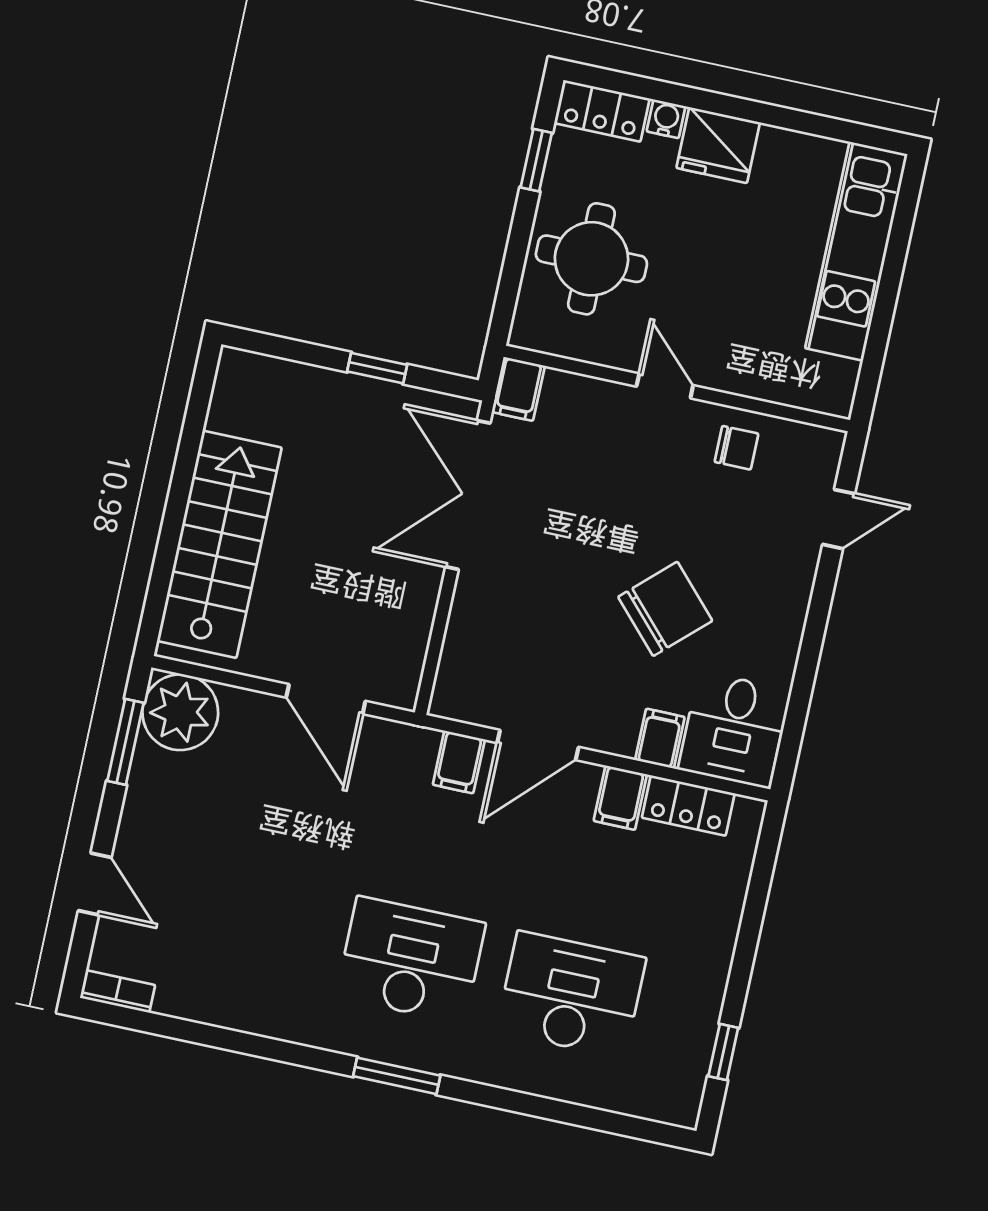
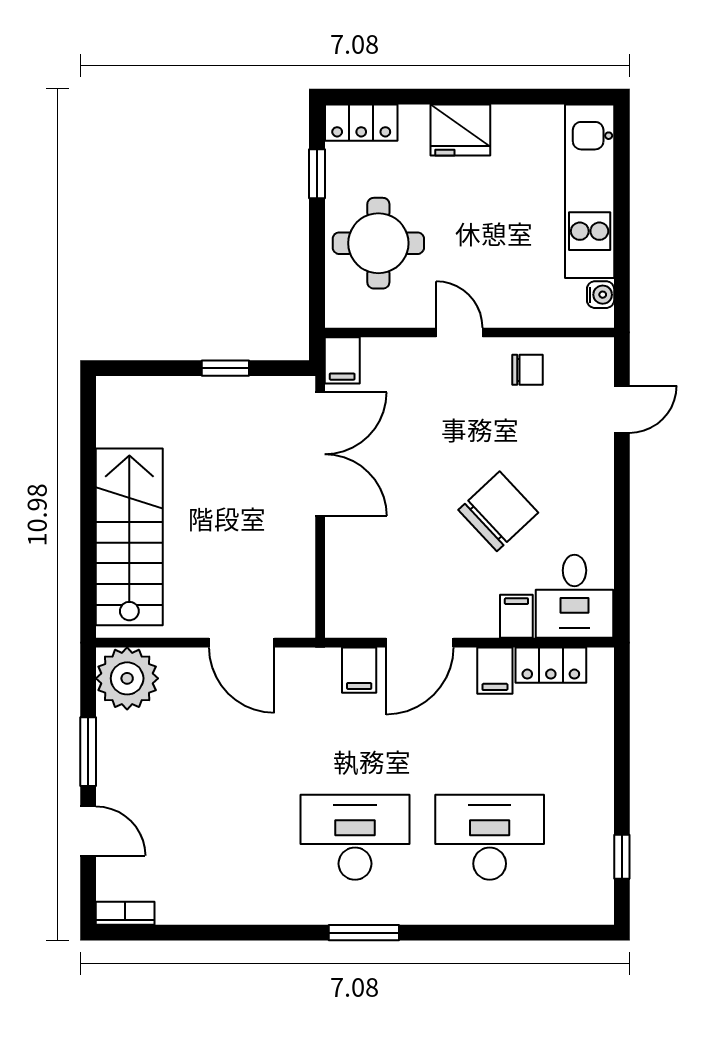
water cooler: (666, 119) -> (601, 295), moved, turned 90
double door: (468, 495) -> (320, 454), swing flipped
window: (125, 742) -> (88, 752), moved

